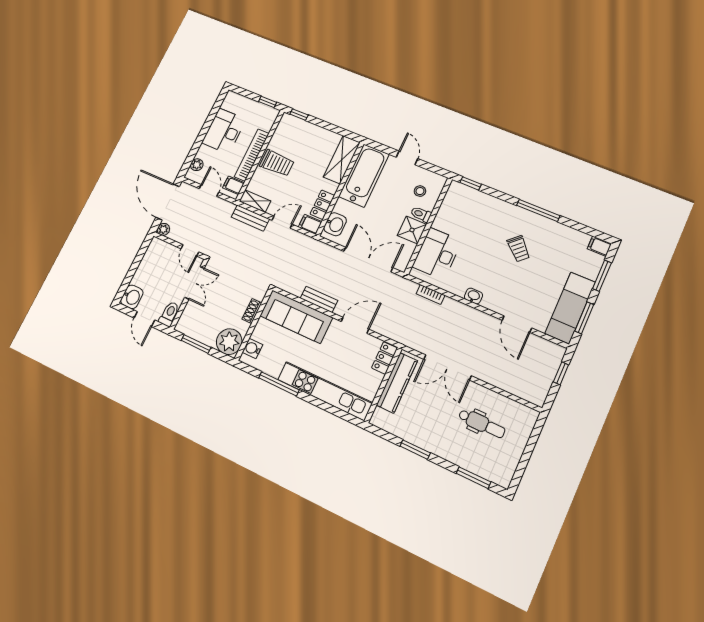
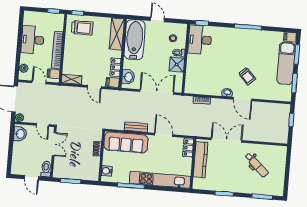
trolley: (277, 163) -> (82, 28), moved
bench: (250, 218) -> (73, 91), removed
door: (282, 222) -> (94, 87), swing flipped
trolley: (519, 249) -> (247, 76), moved
desk: (437, 254) -> (200, 40), moved
washbasin: (132, 297) -> (20, 134), moved
exam couch: (570, 308) -> (286, 63), moved
door: (517, 324) -> (243, 99), moved
door: (355, 325) -> (164, 135), hinge flipped
plant: (229, 342) -> (91, 172), removed
double door: (447, 367) -> (226, 140), swing flipped
dental chair: (482, 424) -> (257, 165), turned 42

